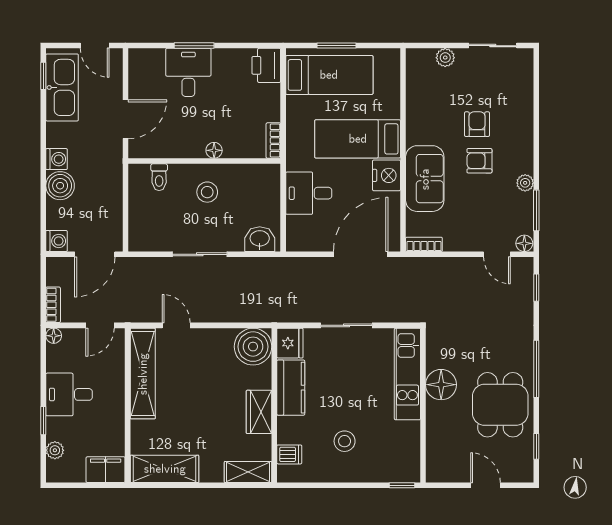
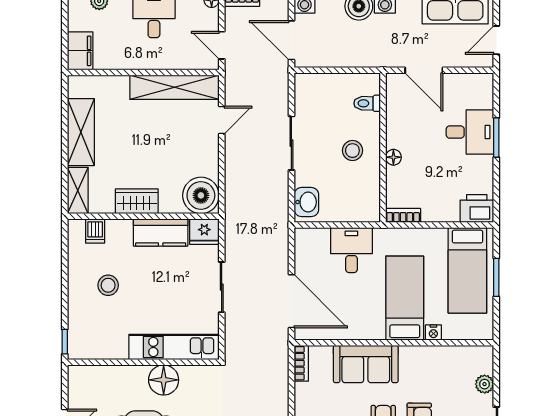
nightstand: (387, 175) -> (433, 332), moved, width x0.53, depth x0.56
shelving: (165, 469) -> (81, 132), moved

